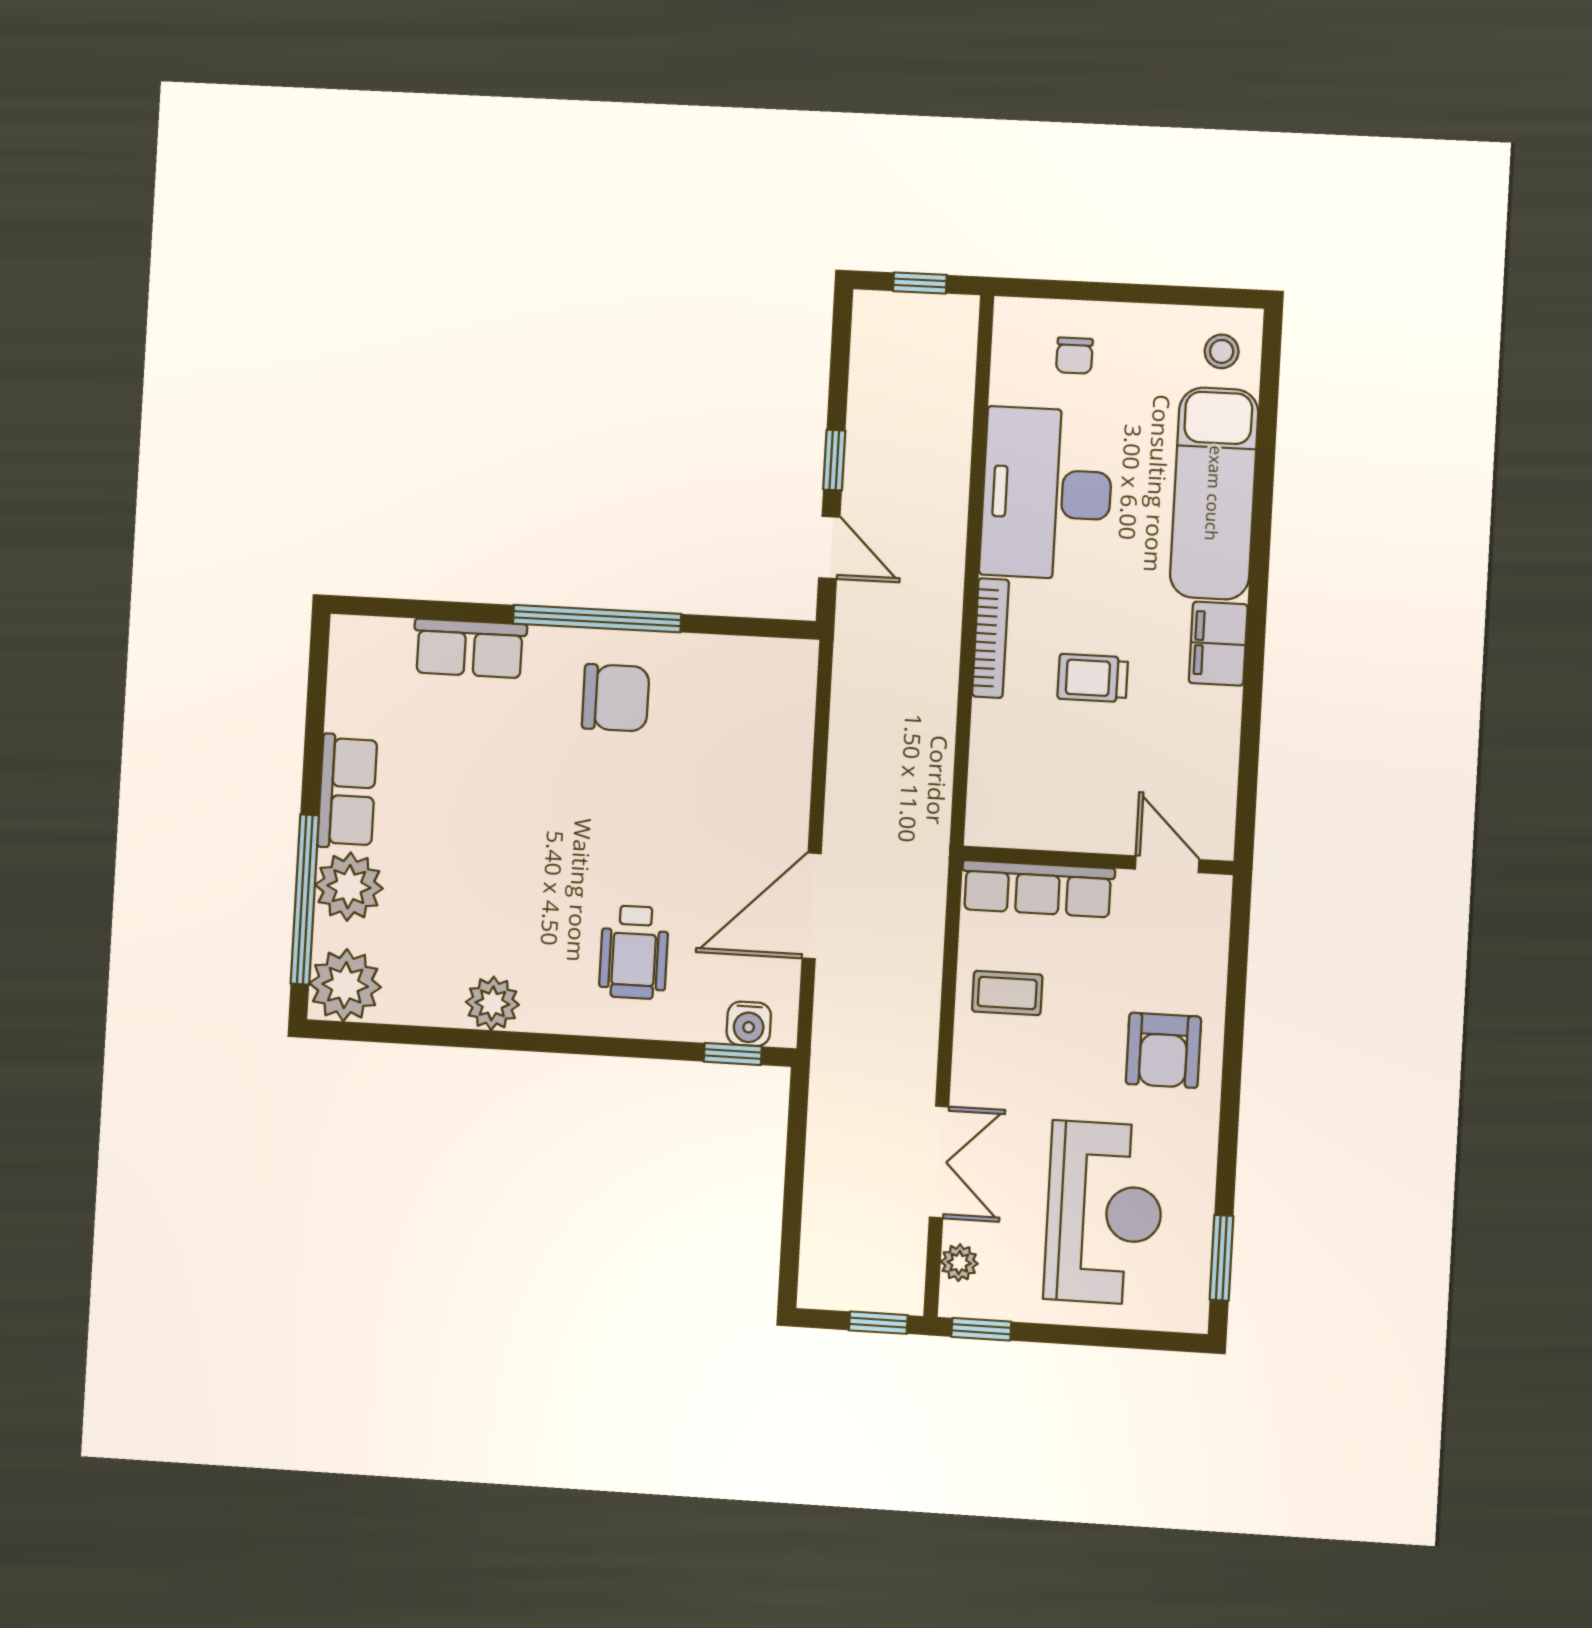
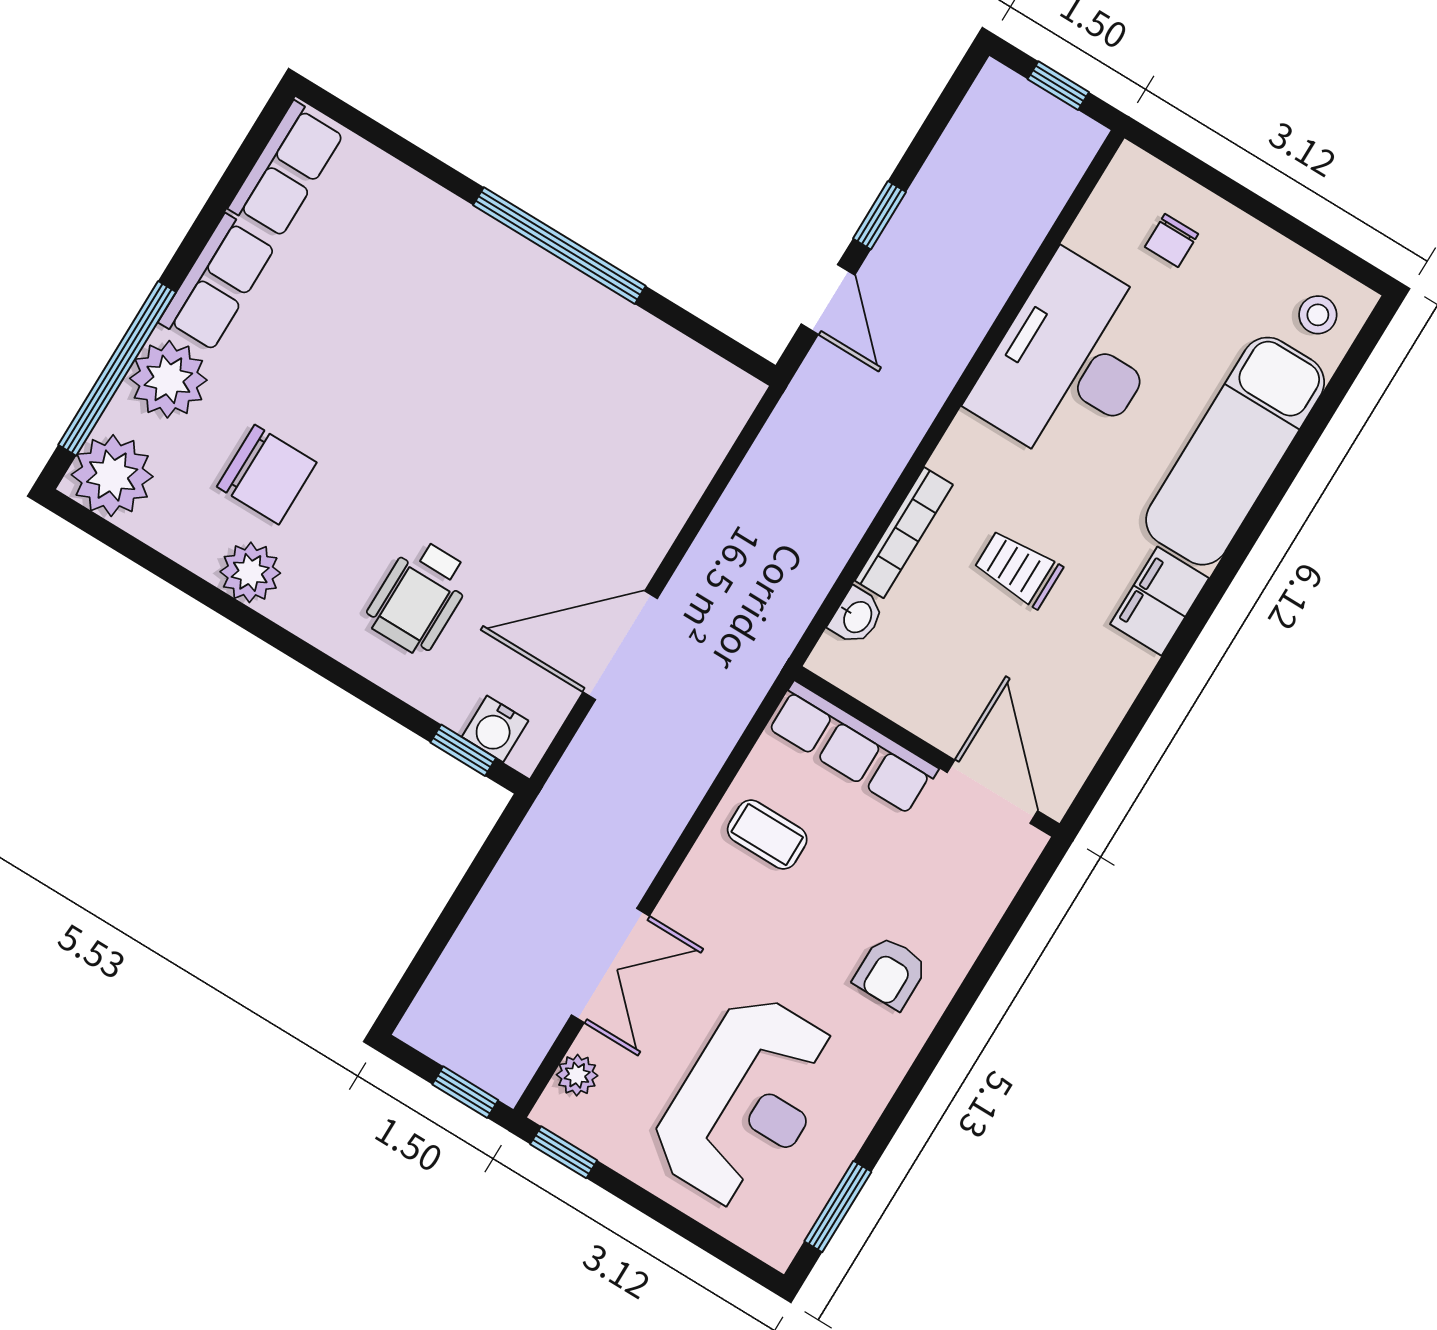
bookcase: (990, 638) -> (904, 533), moved
row of seats: (470, 648) -> (286, 170), moved, turned -90
chair: (616, 698) -> (267, 475), moved
washbasin: (986, 784) -> (857, 616), added
door: (1167, 864) -> (992, 792), width x1.38
armchair: (1163, 1050) -> (890, 973), width x0.72, depth x0.72

